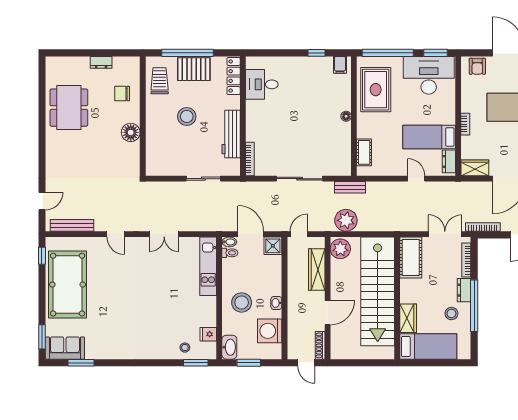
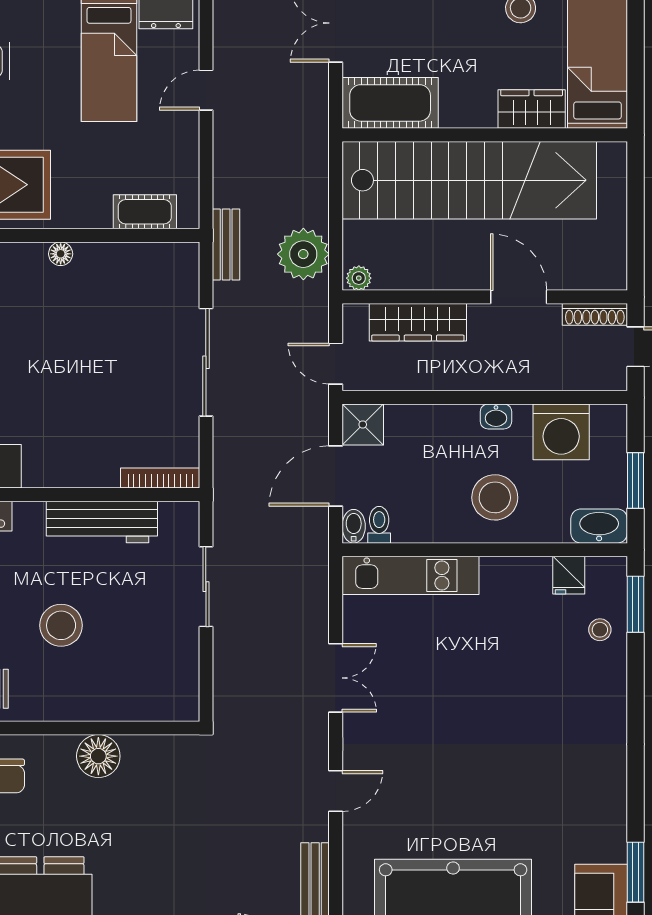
plant: (340, 249) -> (359, 278), width x0.53, depth x0.53

